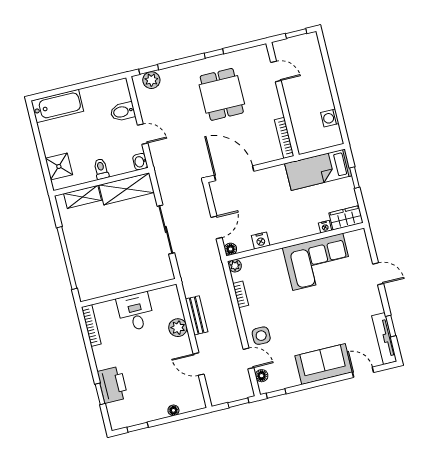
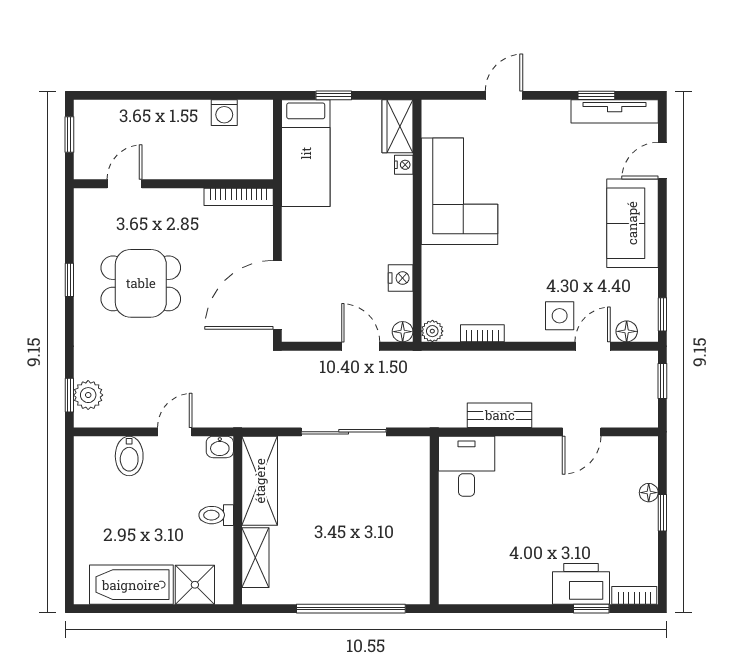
bathtub: (57, 106) -> (131, 585), moved, turned -90
desk: (135, 312) -> (467, 466), moved, turned 90
bookcase: (91, 326) -> (634, 595), moved, width x0.64
plant: (178, 328) -> (512, 452), removed
window: (138, 427) -> (662, 513), moved

